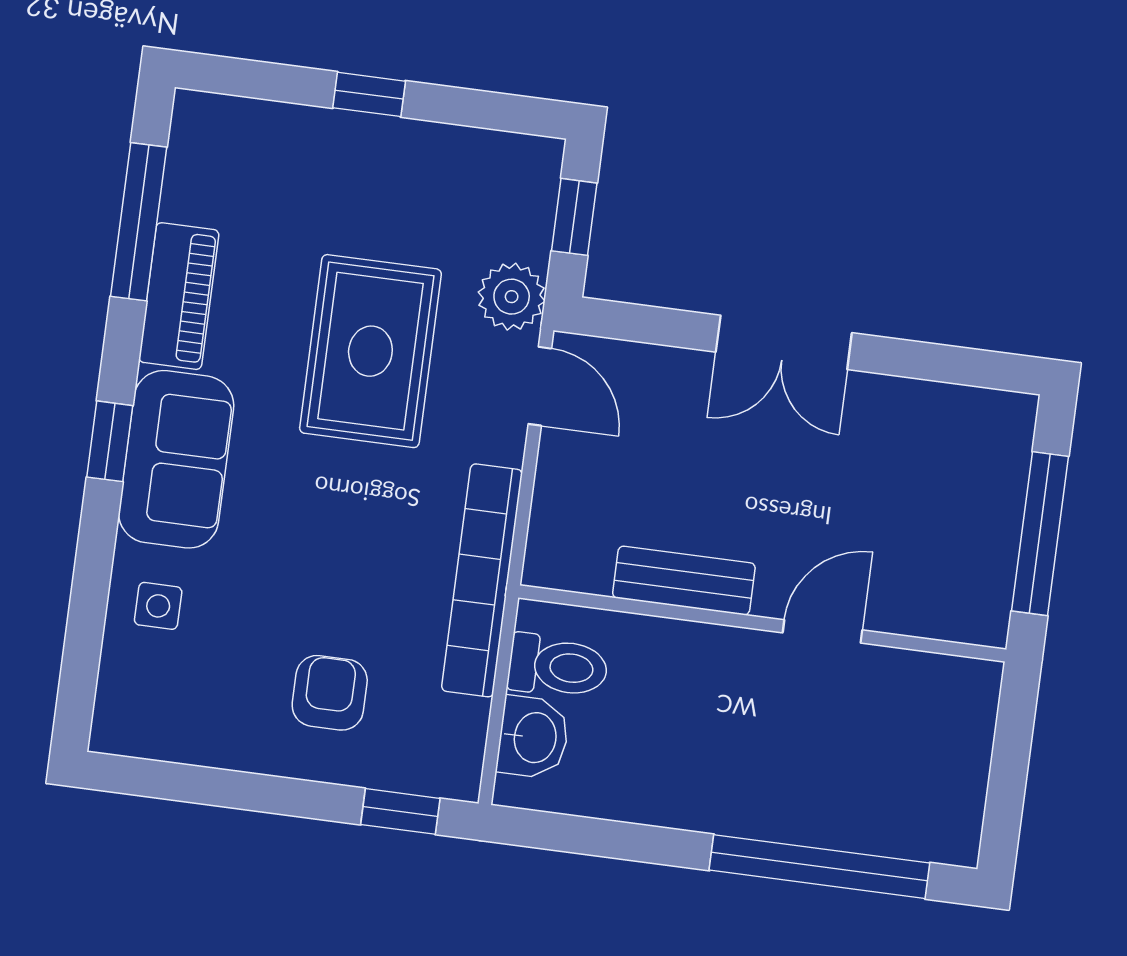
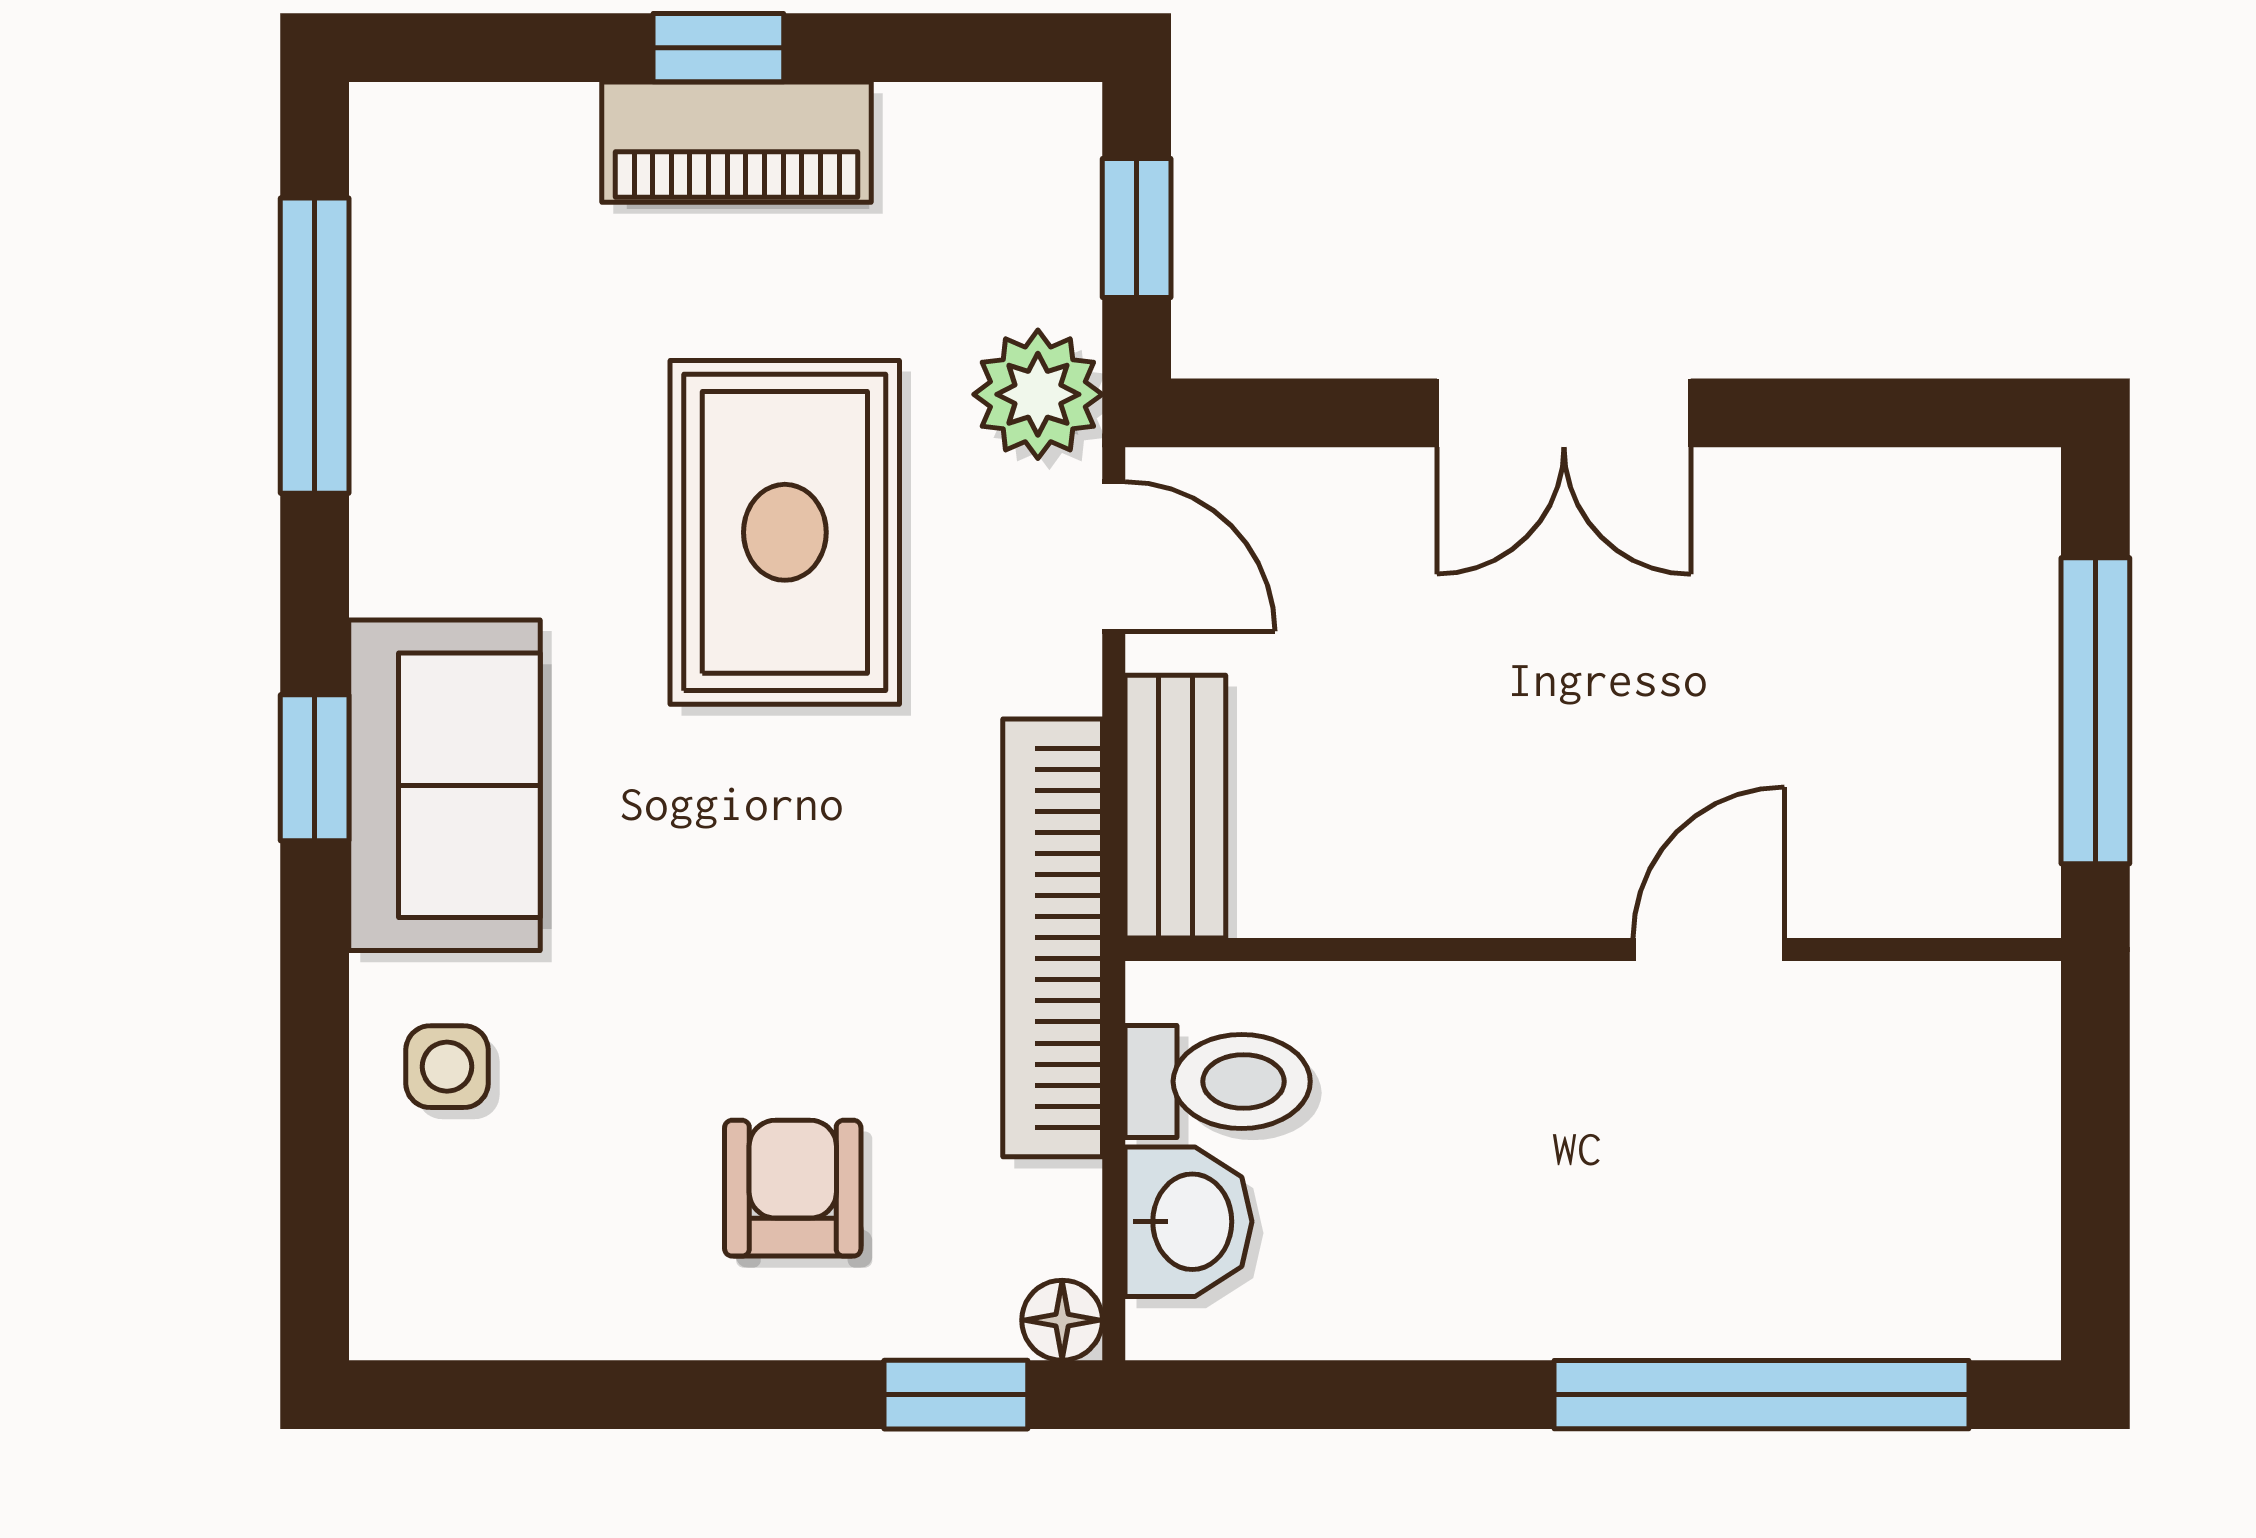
piano: (179, 296) -> (737, 142), moved, turned 90
bench: (684, 581) -> (1175, 807), moved, turned 90
floor lamp: (461, 780) -> (1062, 1320), added

